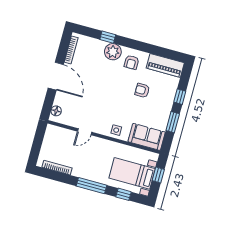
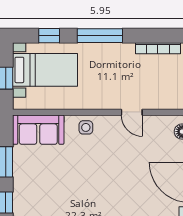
armchair: (142, 90) -> (64, 196), removed
door: (85, 132) -> (132, 112), swing flipped

